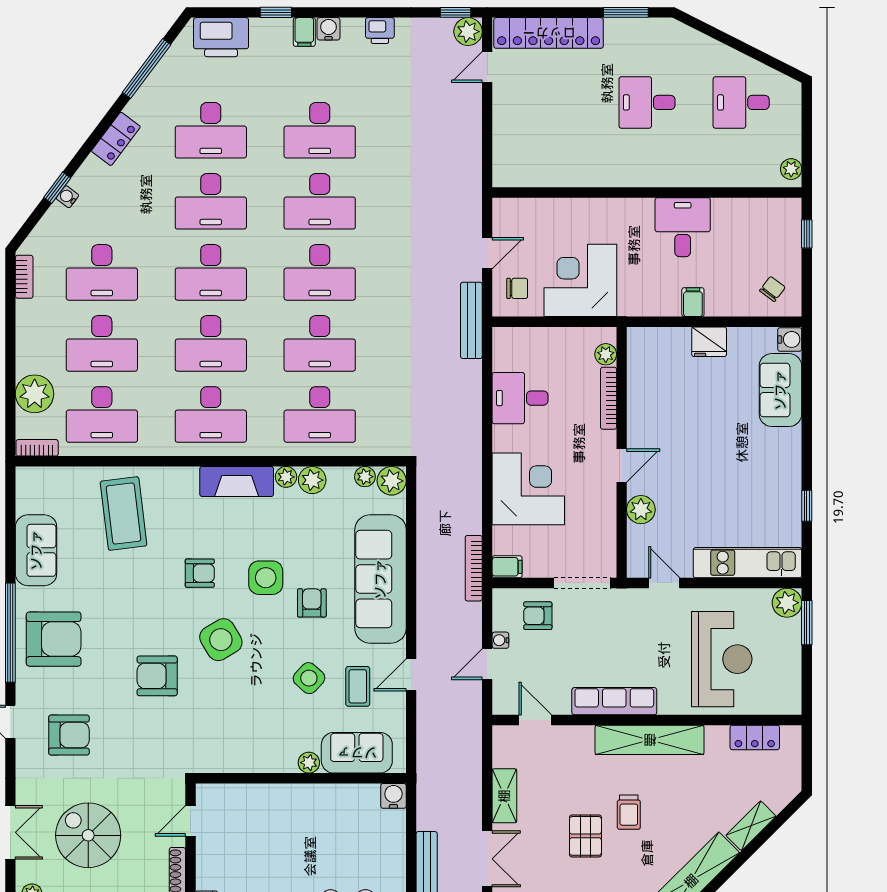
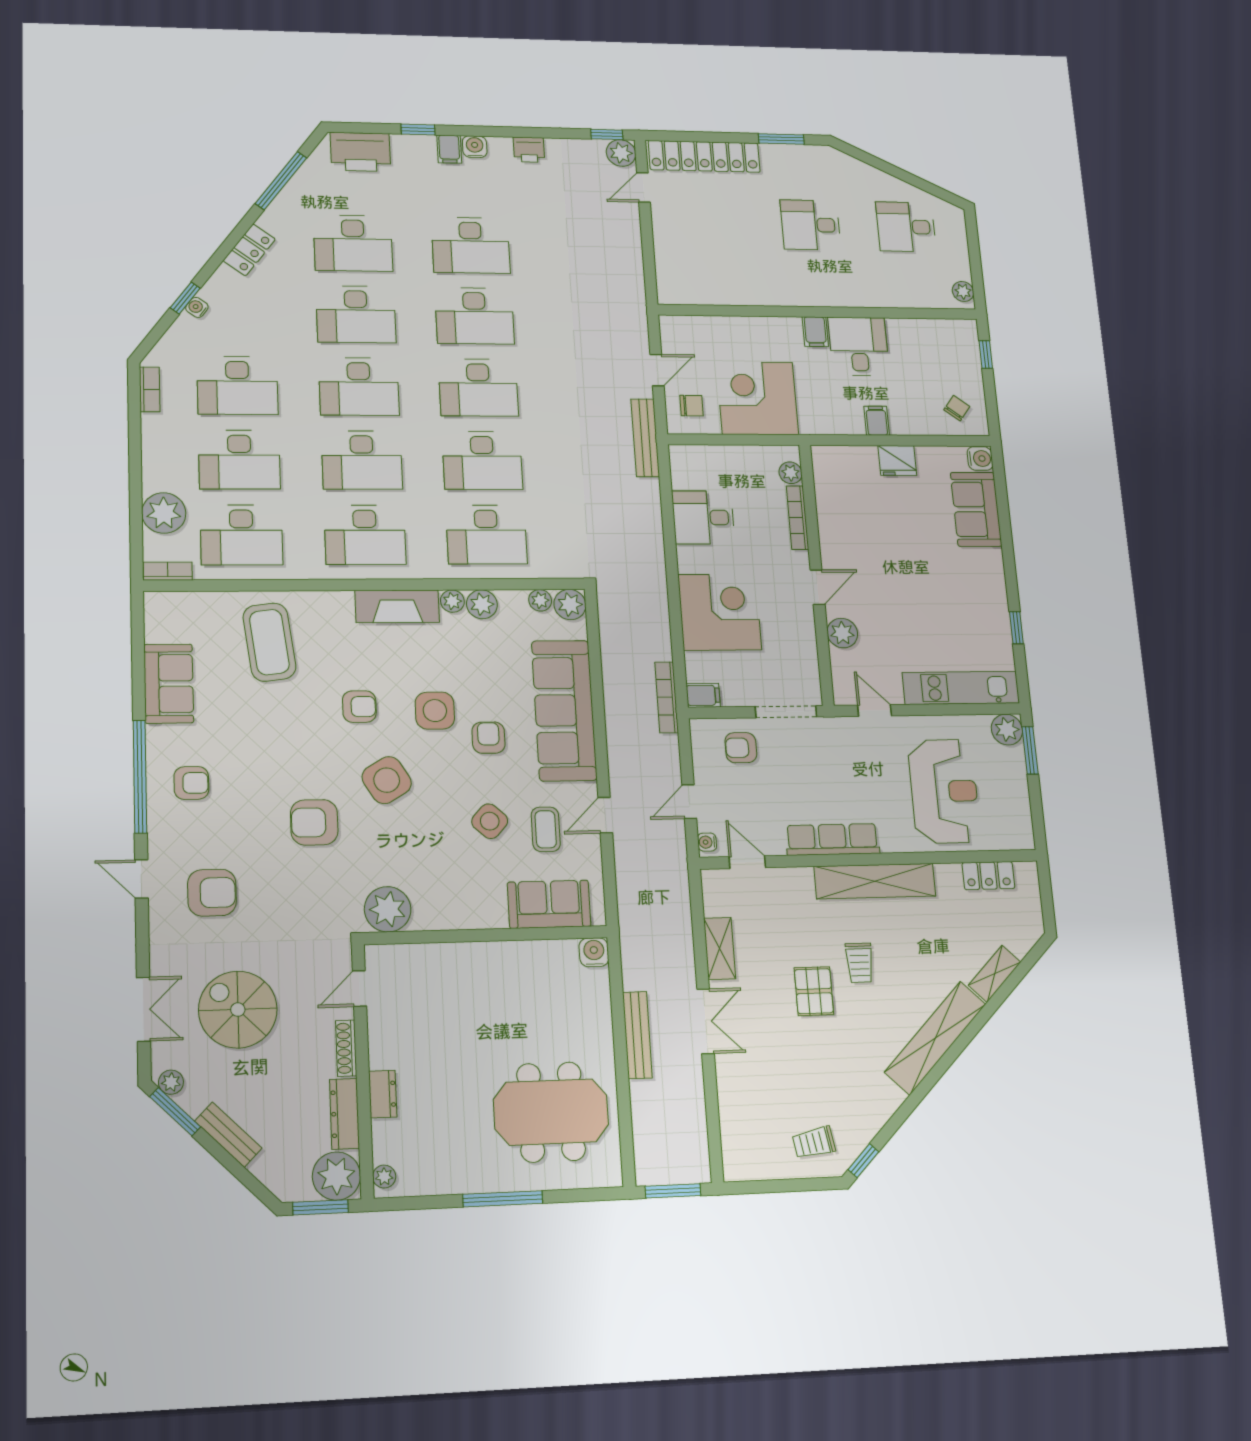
filing cabinet: (642, 213) -> (815, 332), added
armchair: (54, 639) -> (191, 783), width x0.53, depth x0.53
water cooler: (500, 640) -> (707, 842), moved
plant: (309, 763) -> (388, 909), moved, width x1.87, depth x1.87

